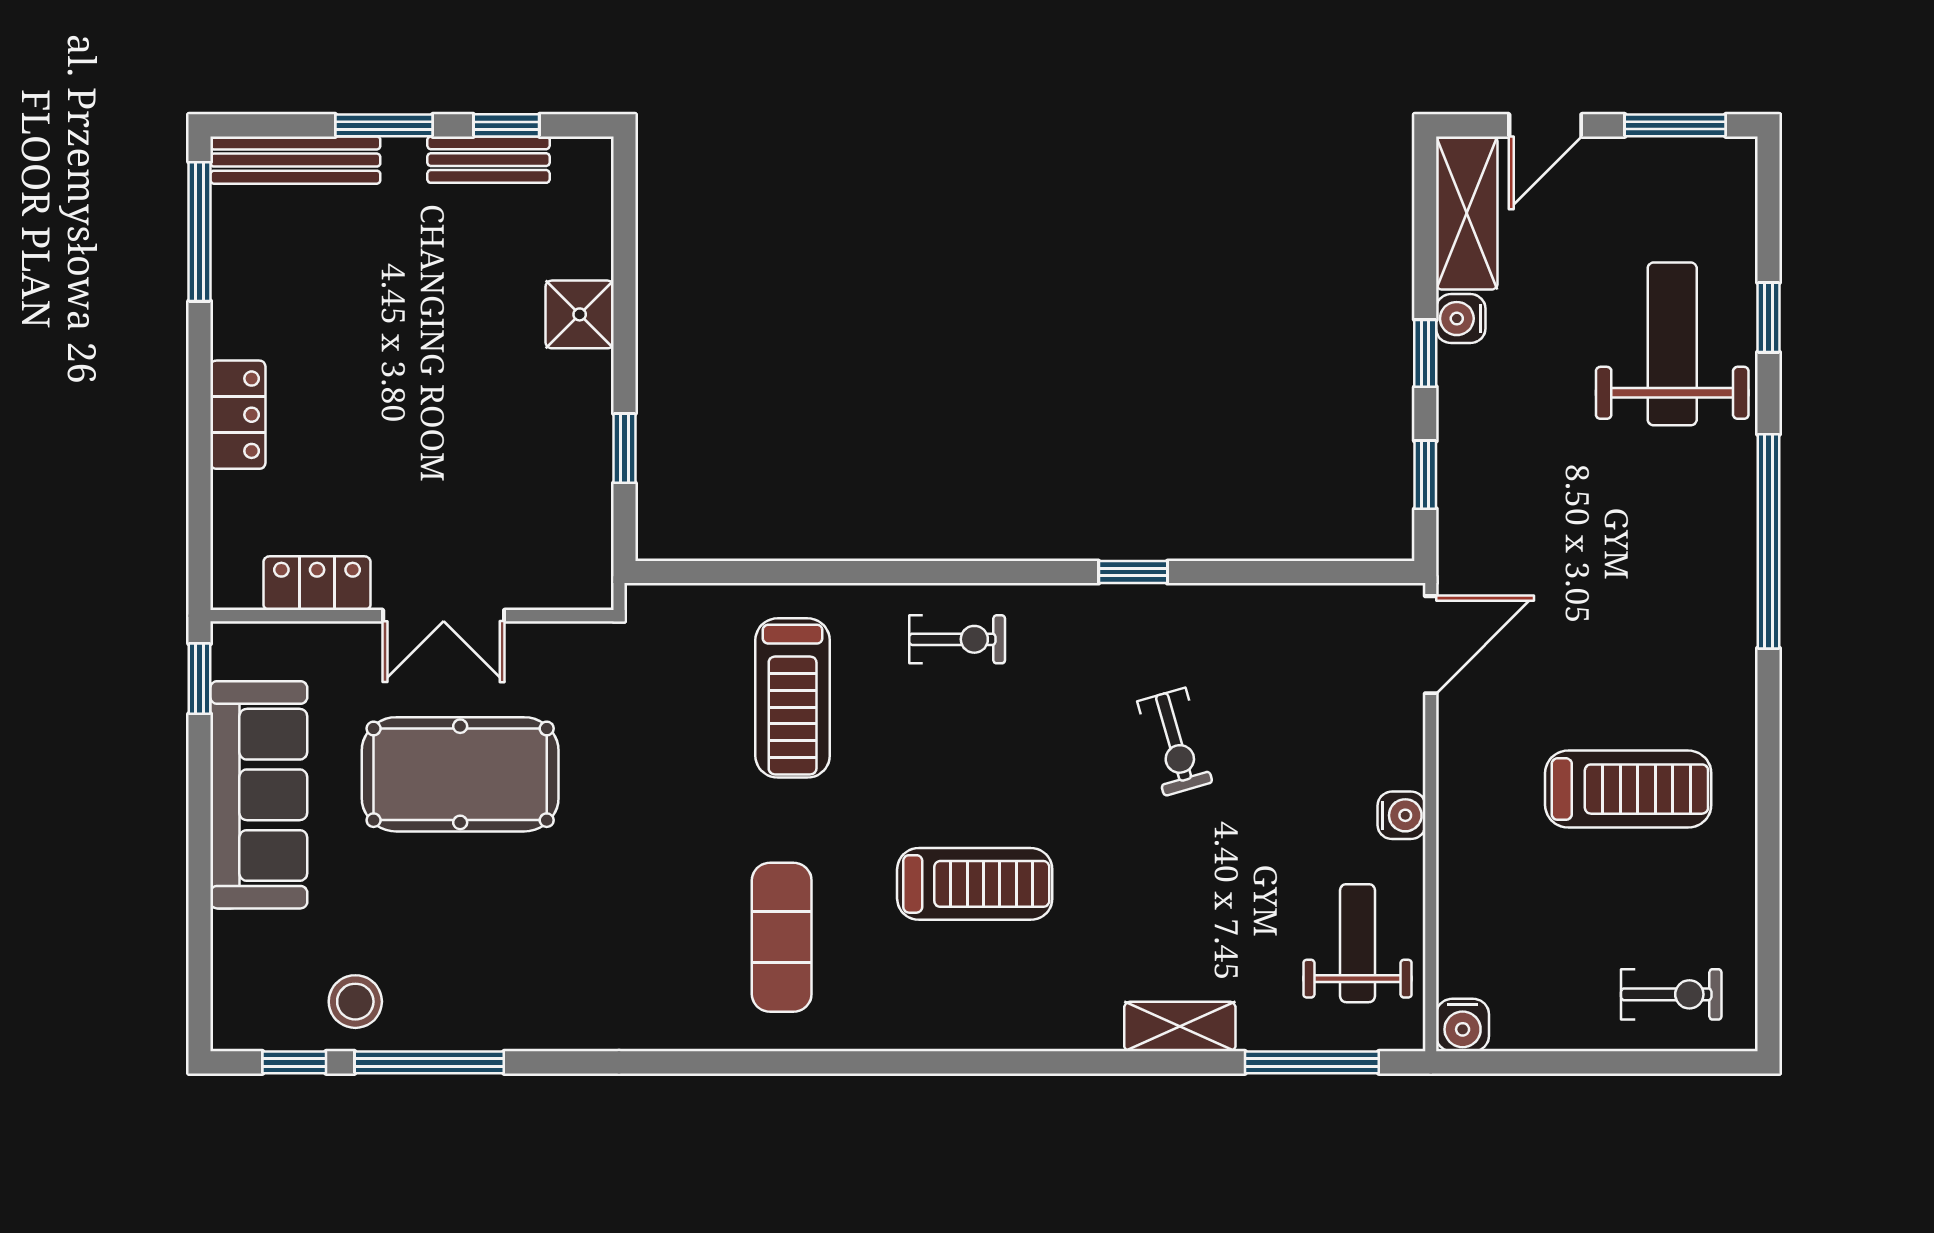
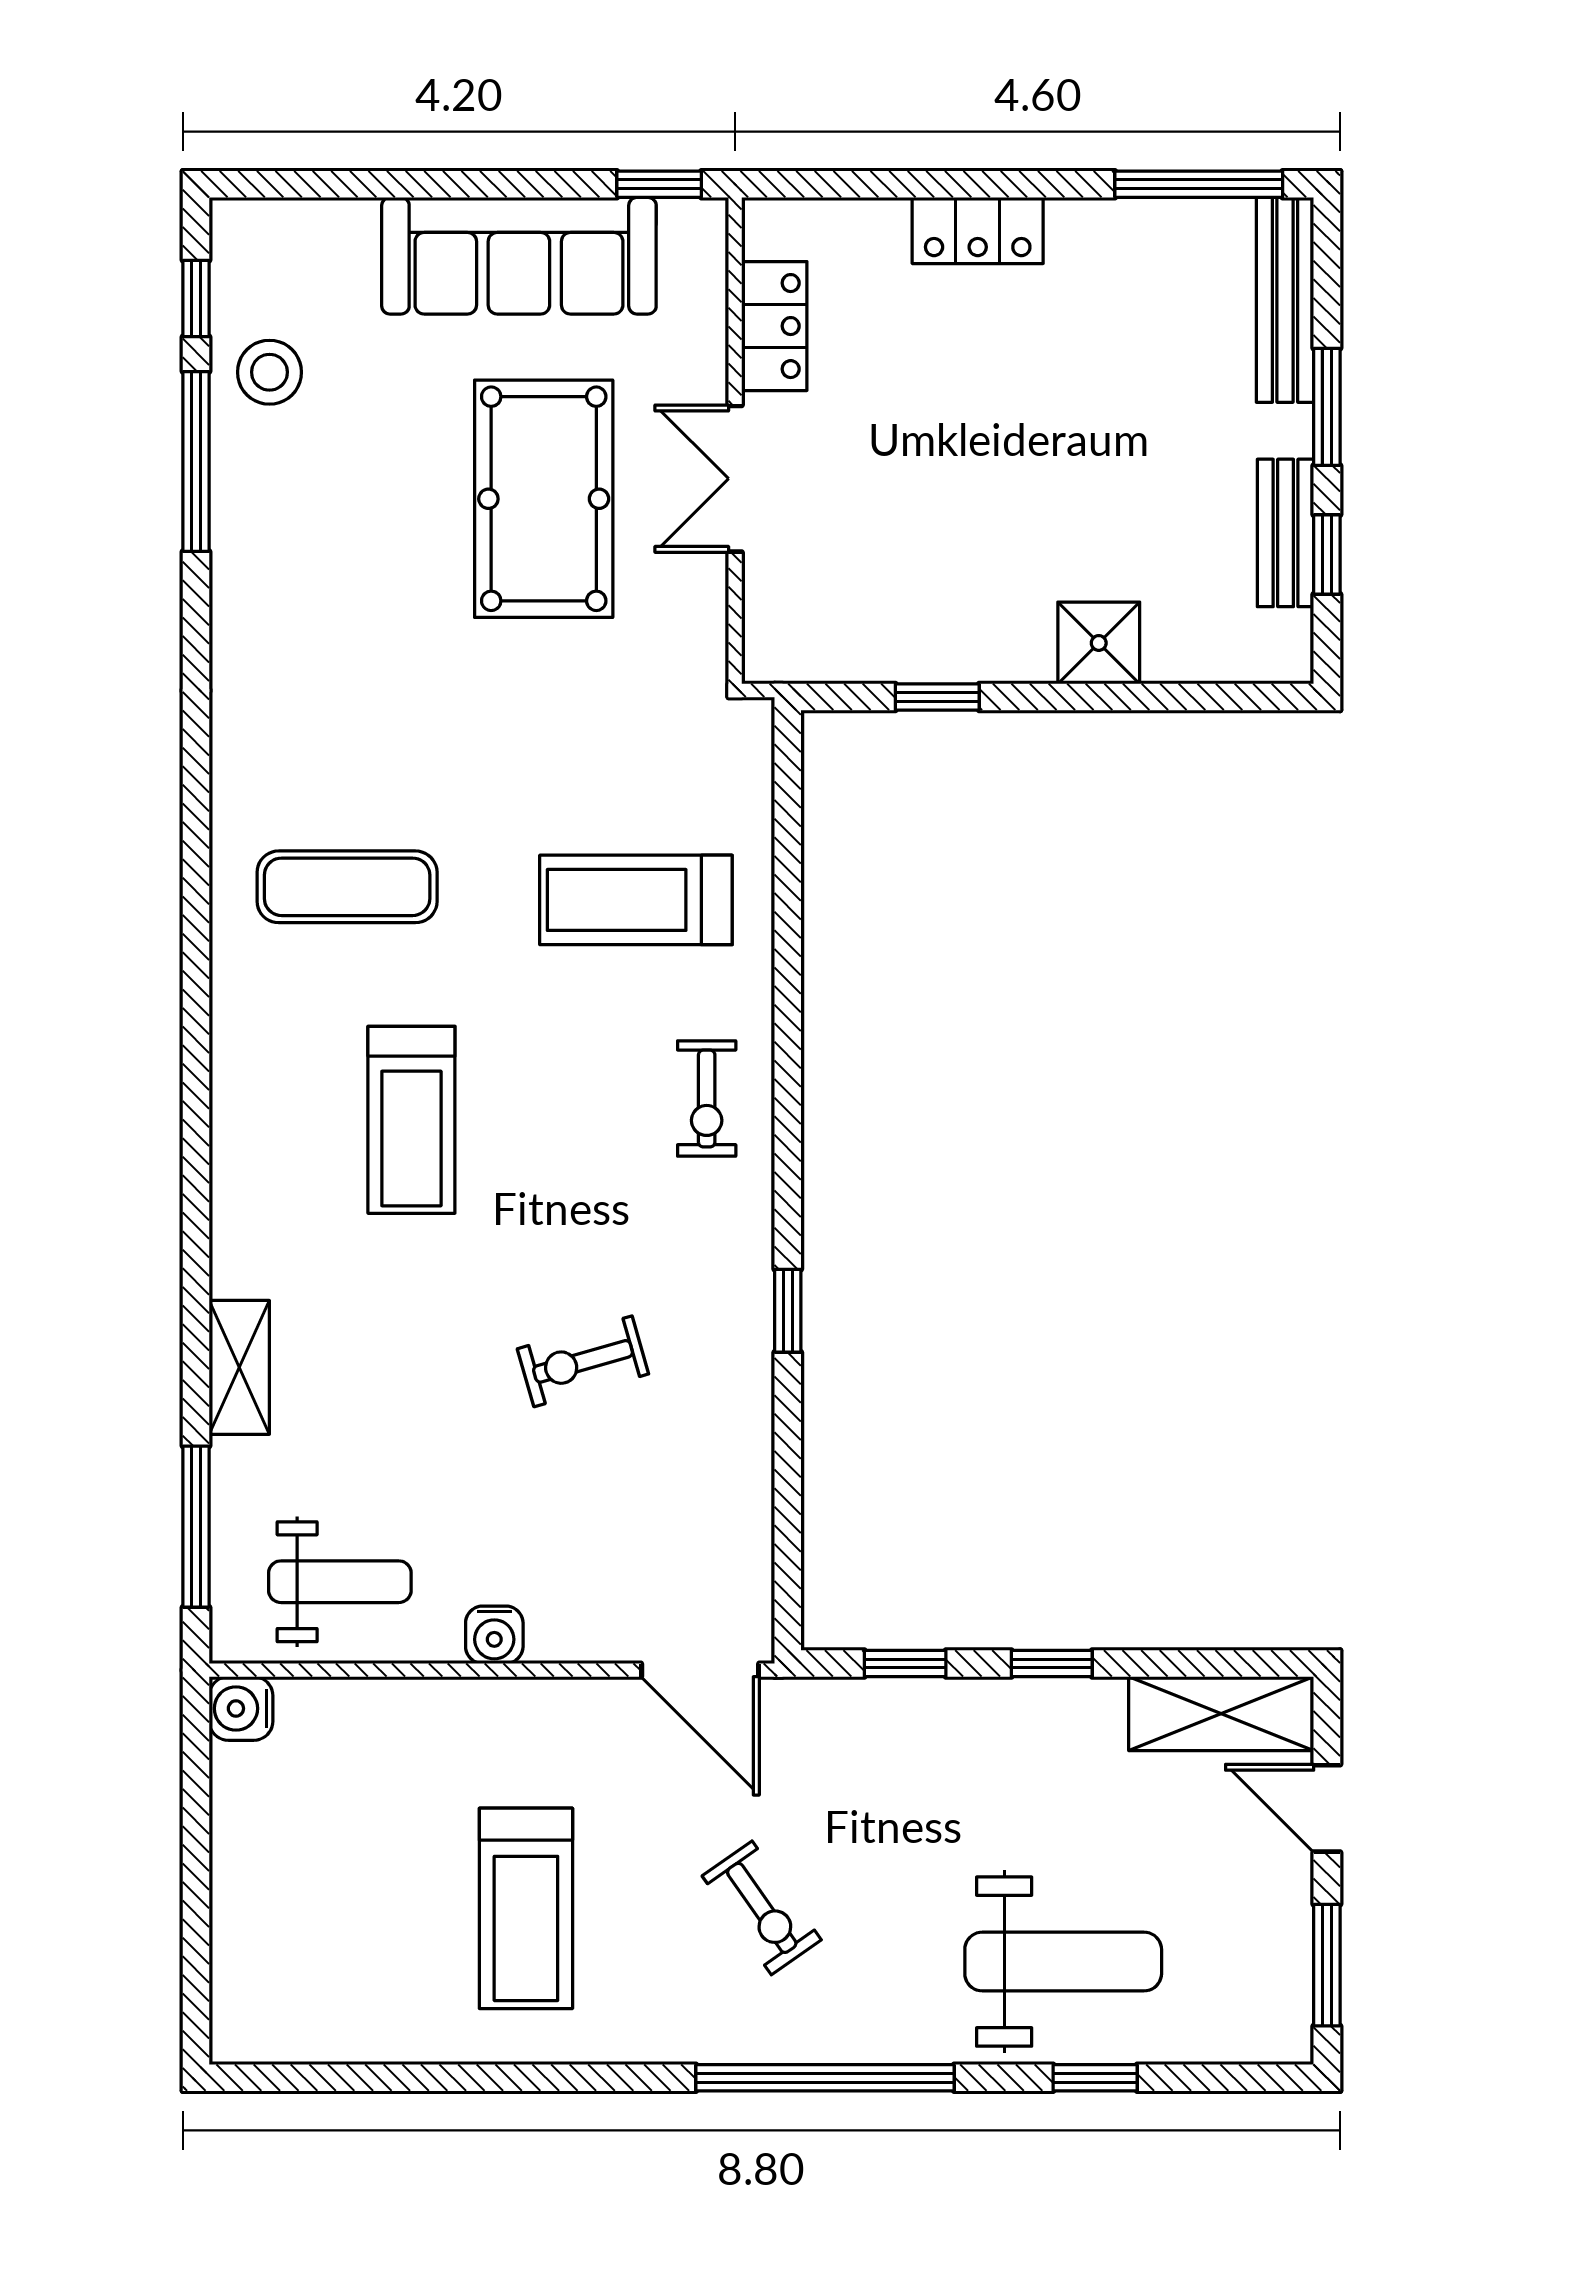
water cooler: (1461, 319) -> (1094, 1706), removed
exercise bike: (1671, 994) -> (762, 1908), moved, turned -35

